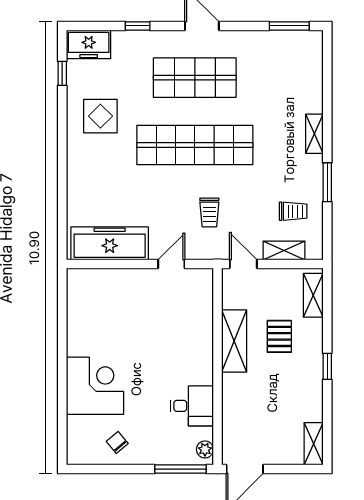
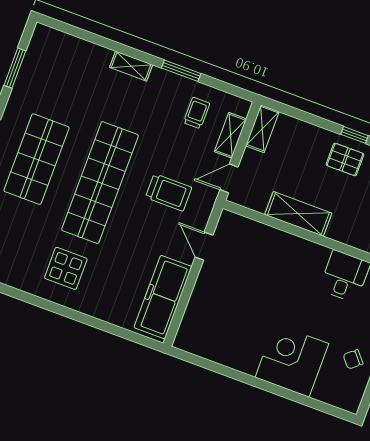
window: (289, 26) -> (15, 68), moved
display table: (100, 116) -> (66, 268), moved
trolley: (209, 212) -> (169, 192), width x1.36, depth x1.39
shelving: (313, 295) -> (262, 129), moved, turned 90
pallet: (279, 336) -> (345, 159), moved

